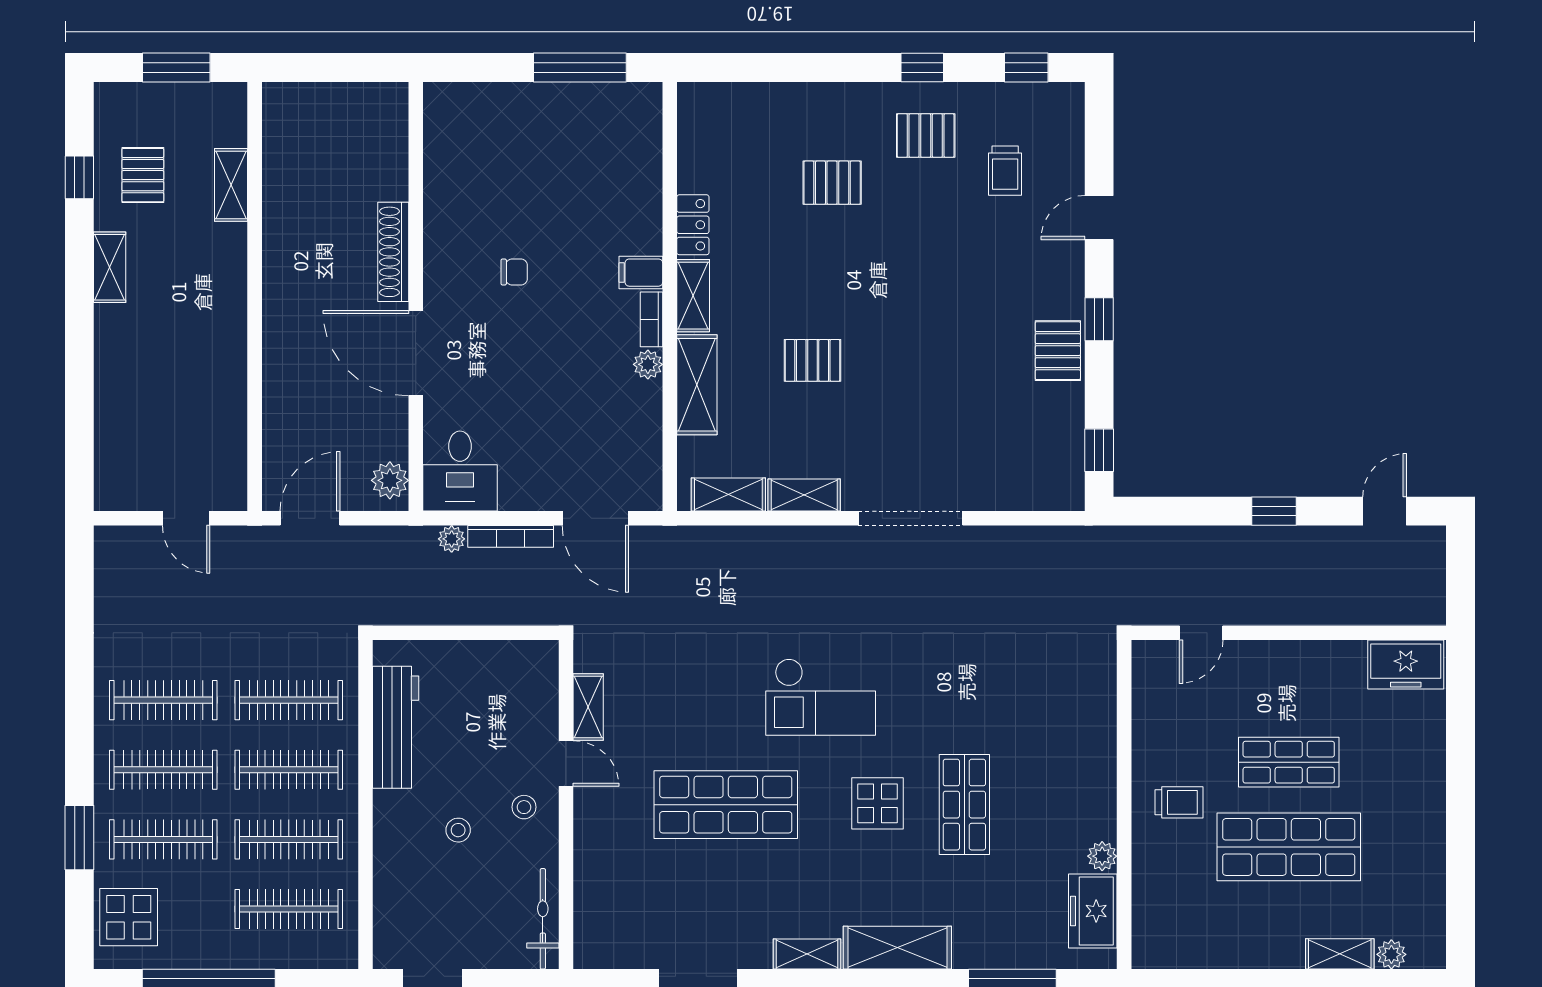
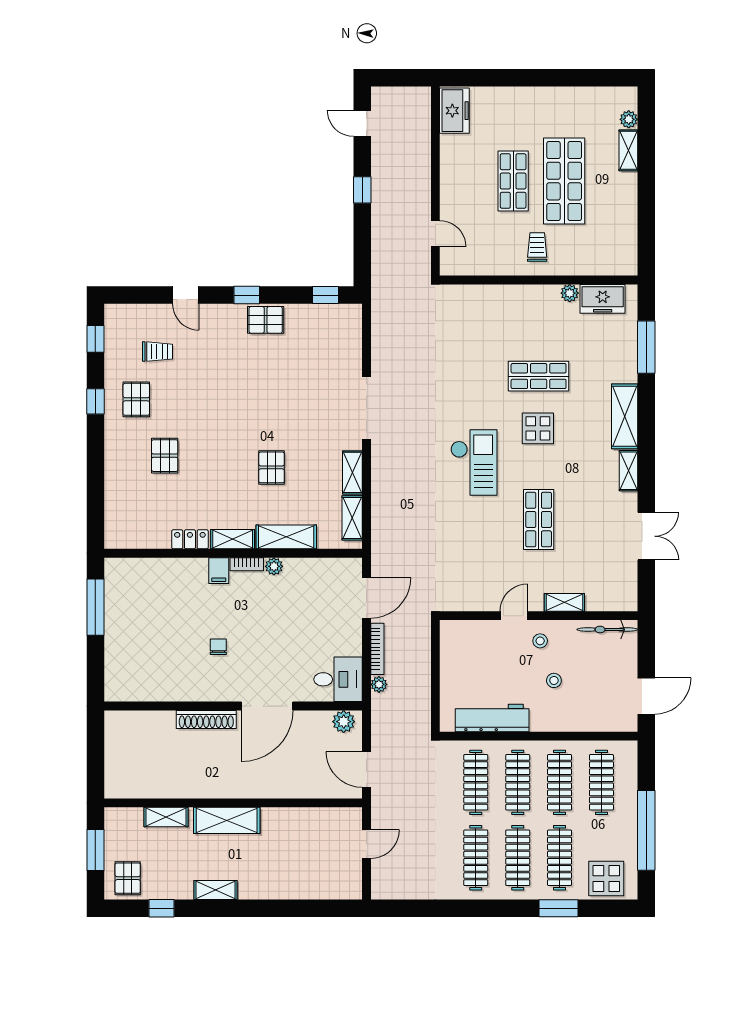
pallet: (143, 175) -> (128, 878), moved, turned 90
shelving: (225, 286) -> (227, 820), added
shelving: (588, 707) -> (564, 602), moved
shop shelf: (726, 805) -> (539, 520), width x0.70, depth x0.74

